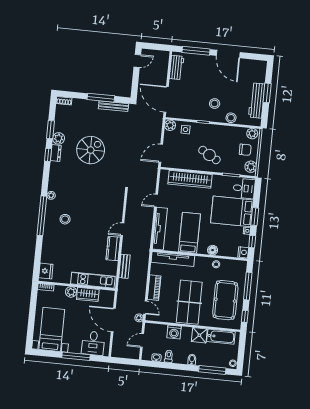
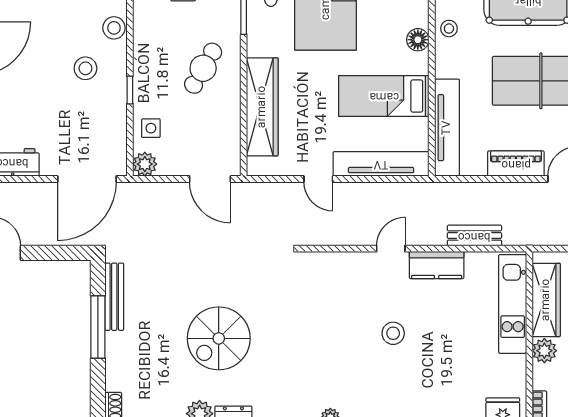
spiral stairs: (91, 150) -> (219, 338), turned -90
stool: (65, 219) -> (393, 333), moved
door: (122, 229) -> (391, 249), swing flipped
wardrobe: (88, 294) -> (546, 300), width x1.50

